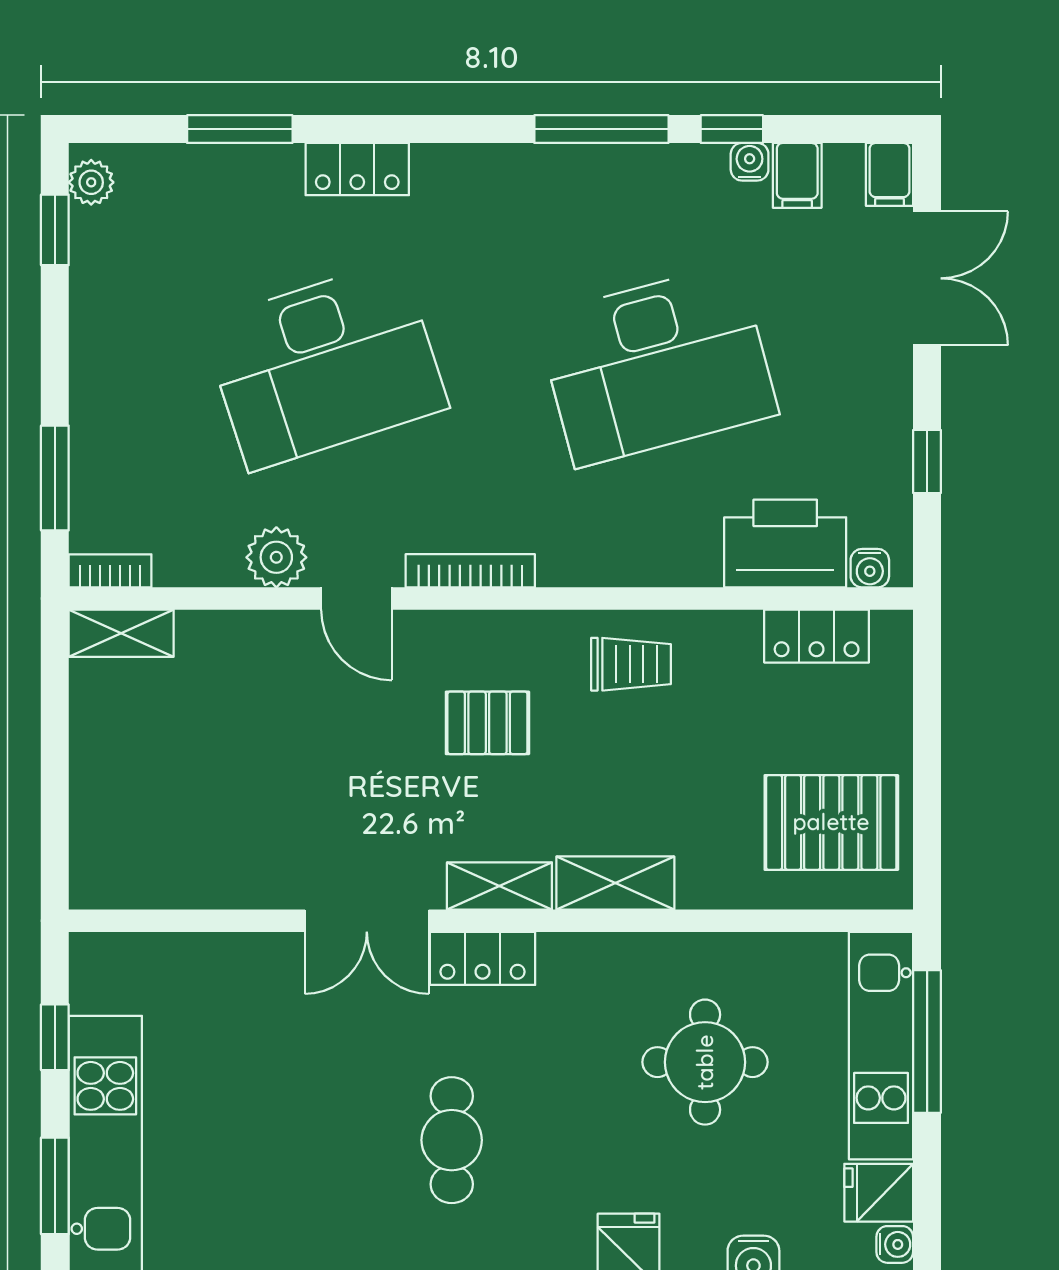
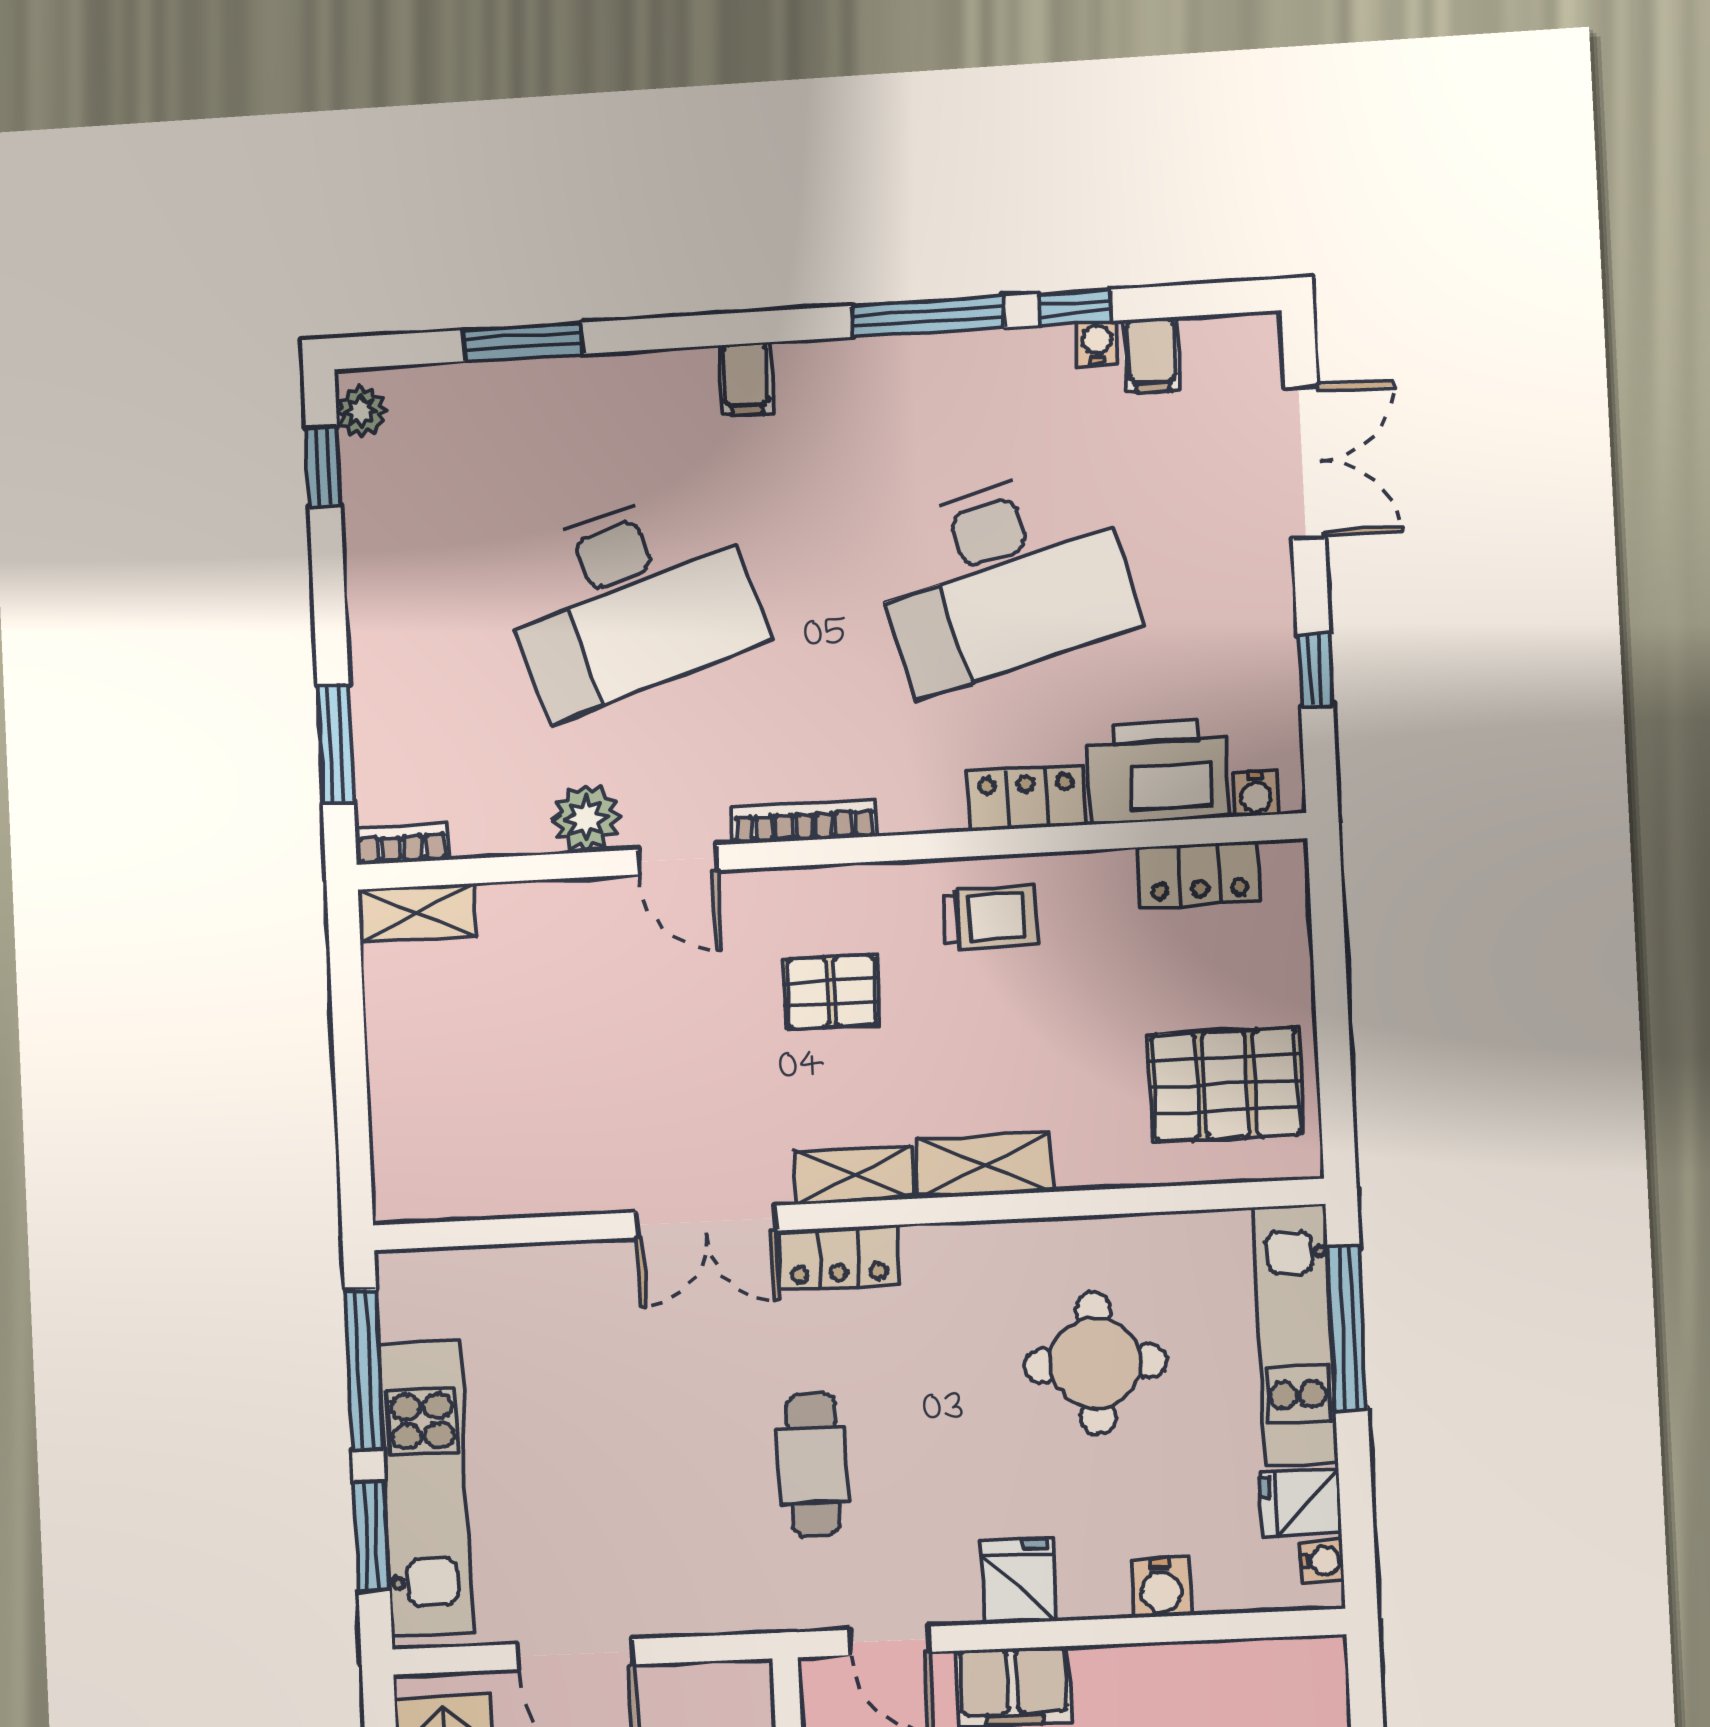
locker: (357, 169) -> (1026, 799), moved, turned 180
filing cabinet: (890, 174) -> (746, 379), moved
window: (55, 1037) -> (364, 1369), width x2.17

